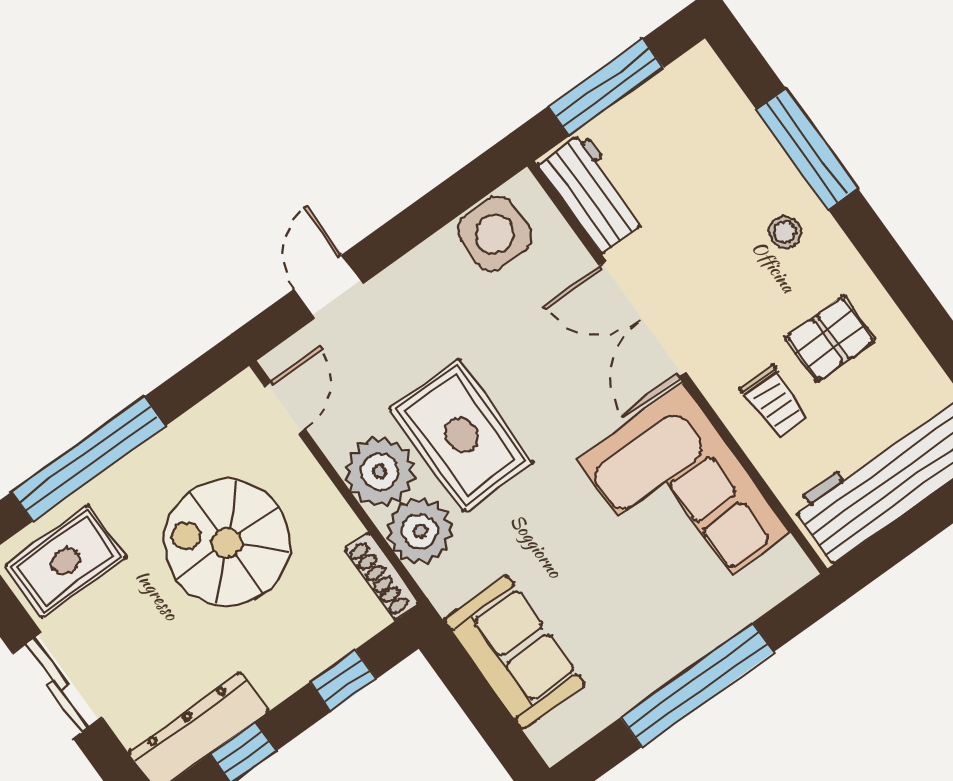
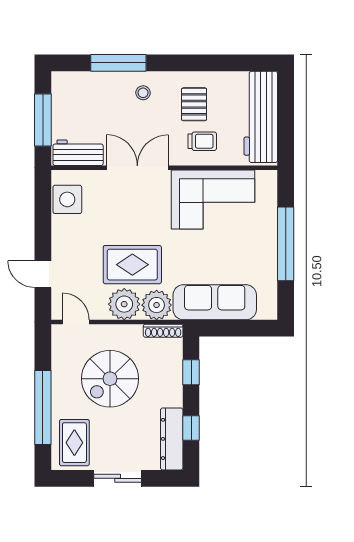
double door: (643, 319) -> (137, 168), swing flipped
sofa: (514, 652) -> (215, 302), width x1.36

